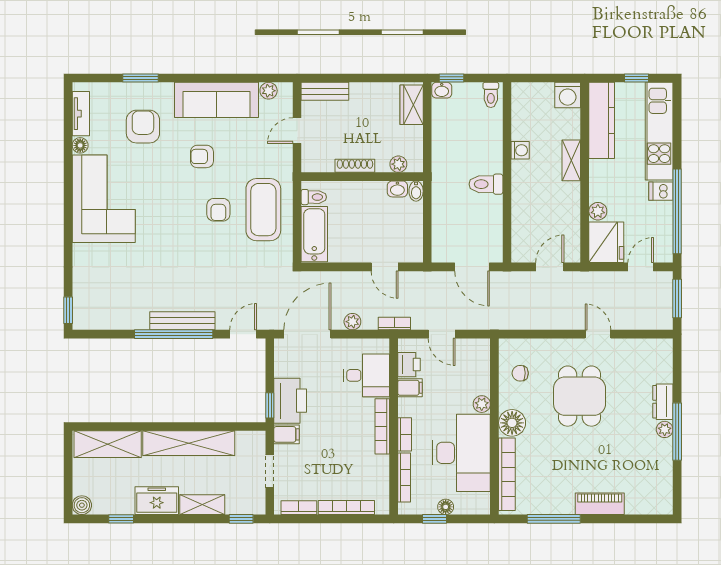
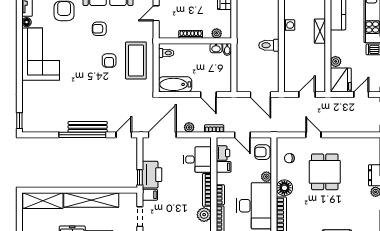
bathtub: (314, 234) -> (175, 84), moved, turned -90
door: (598, 334) -> (313, 135), moved
armchair: (475, 363) -> (262, 152), added
plant: (377, 468) -> (204, 215), added

